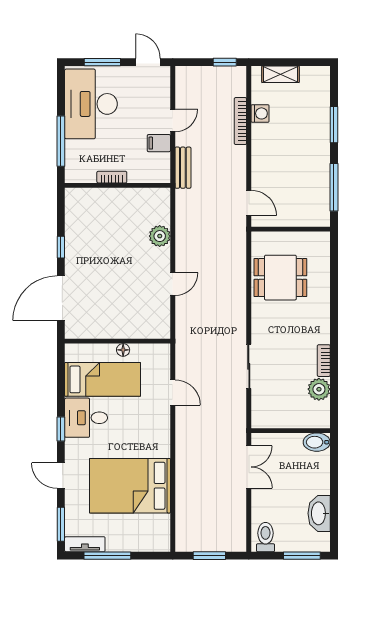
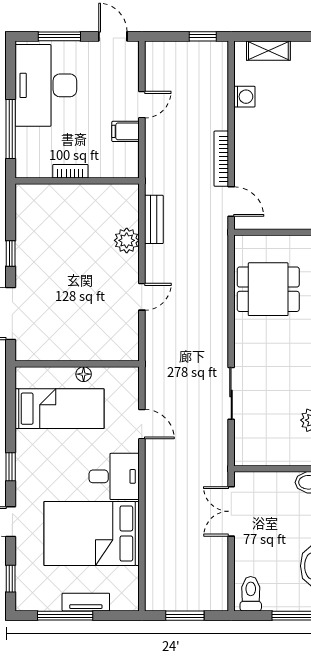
bookcase: (240, 121) -> (221, 159), moved
bench: (183, 168) -> (154, 219), moved
desk: (86, 418) -> (114, 476), moved, turned 180
double door: (249, 467) -> (231, 511), swing flipped
window: (61, 524) -> (11, 579), width x0.67
tv unit: (85, 544) -> (86, 602), moved

